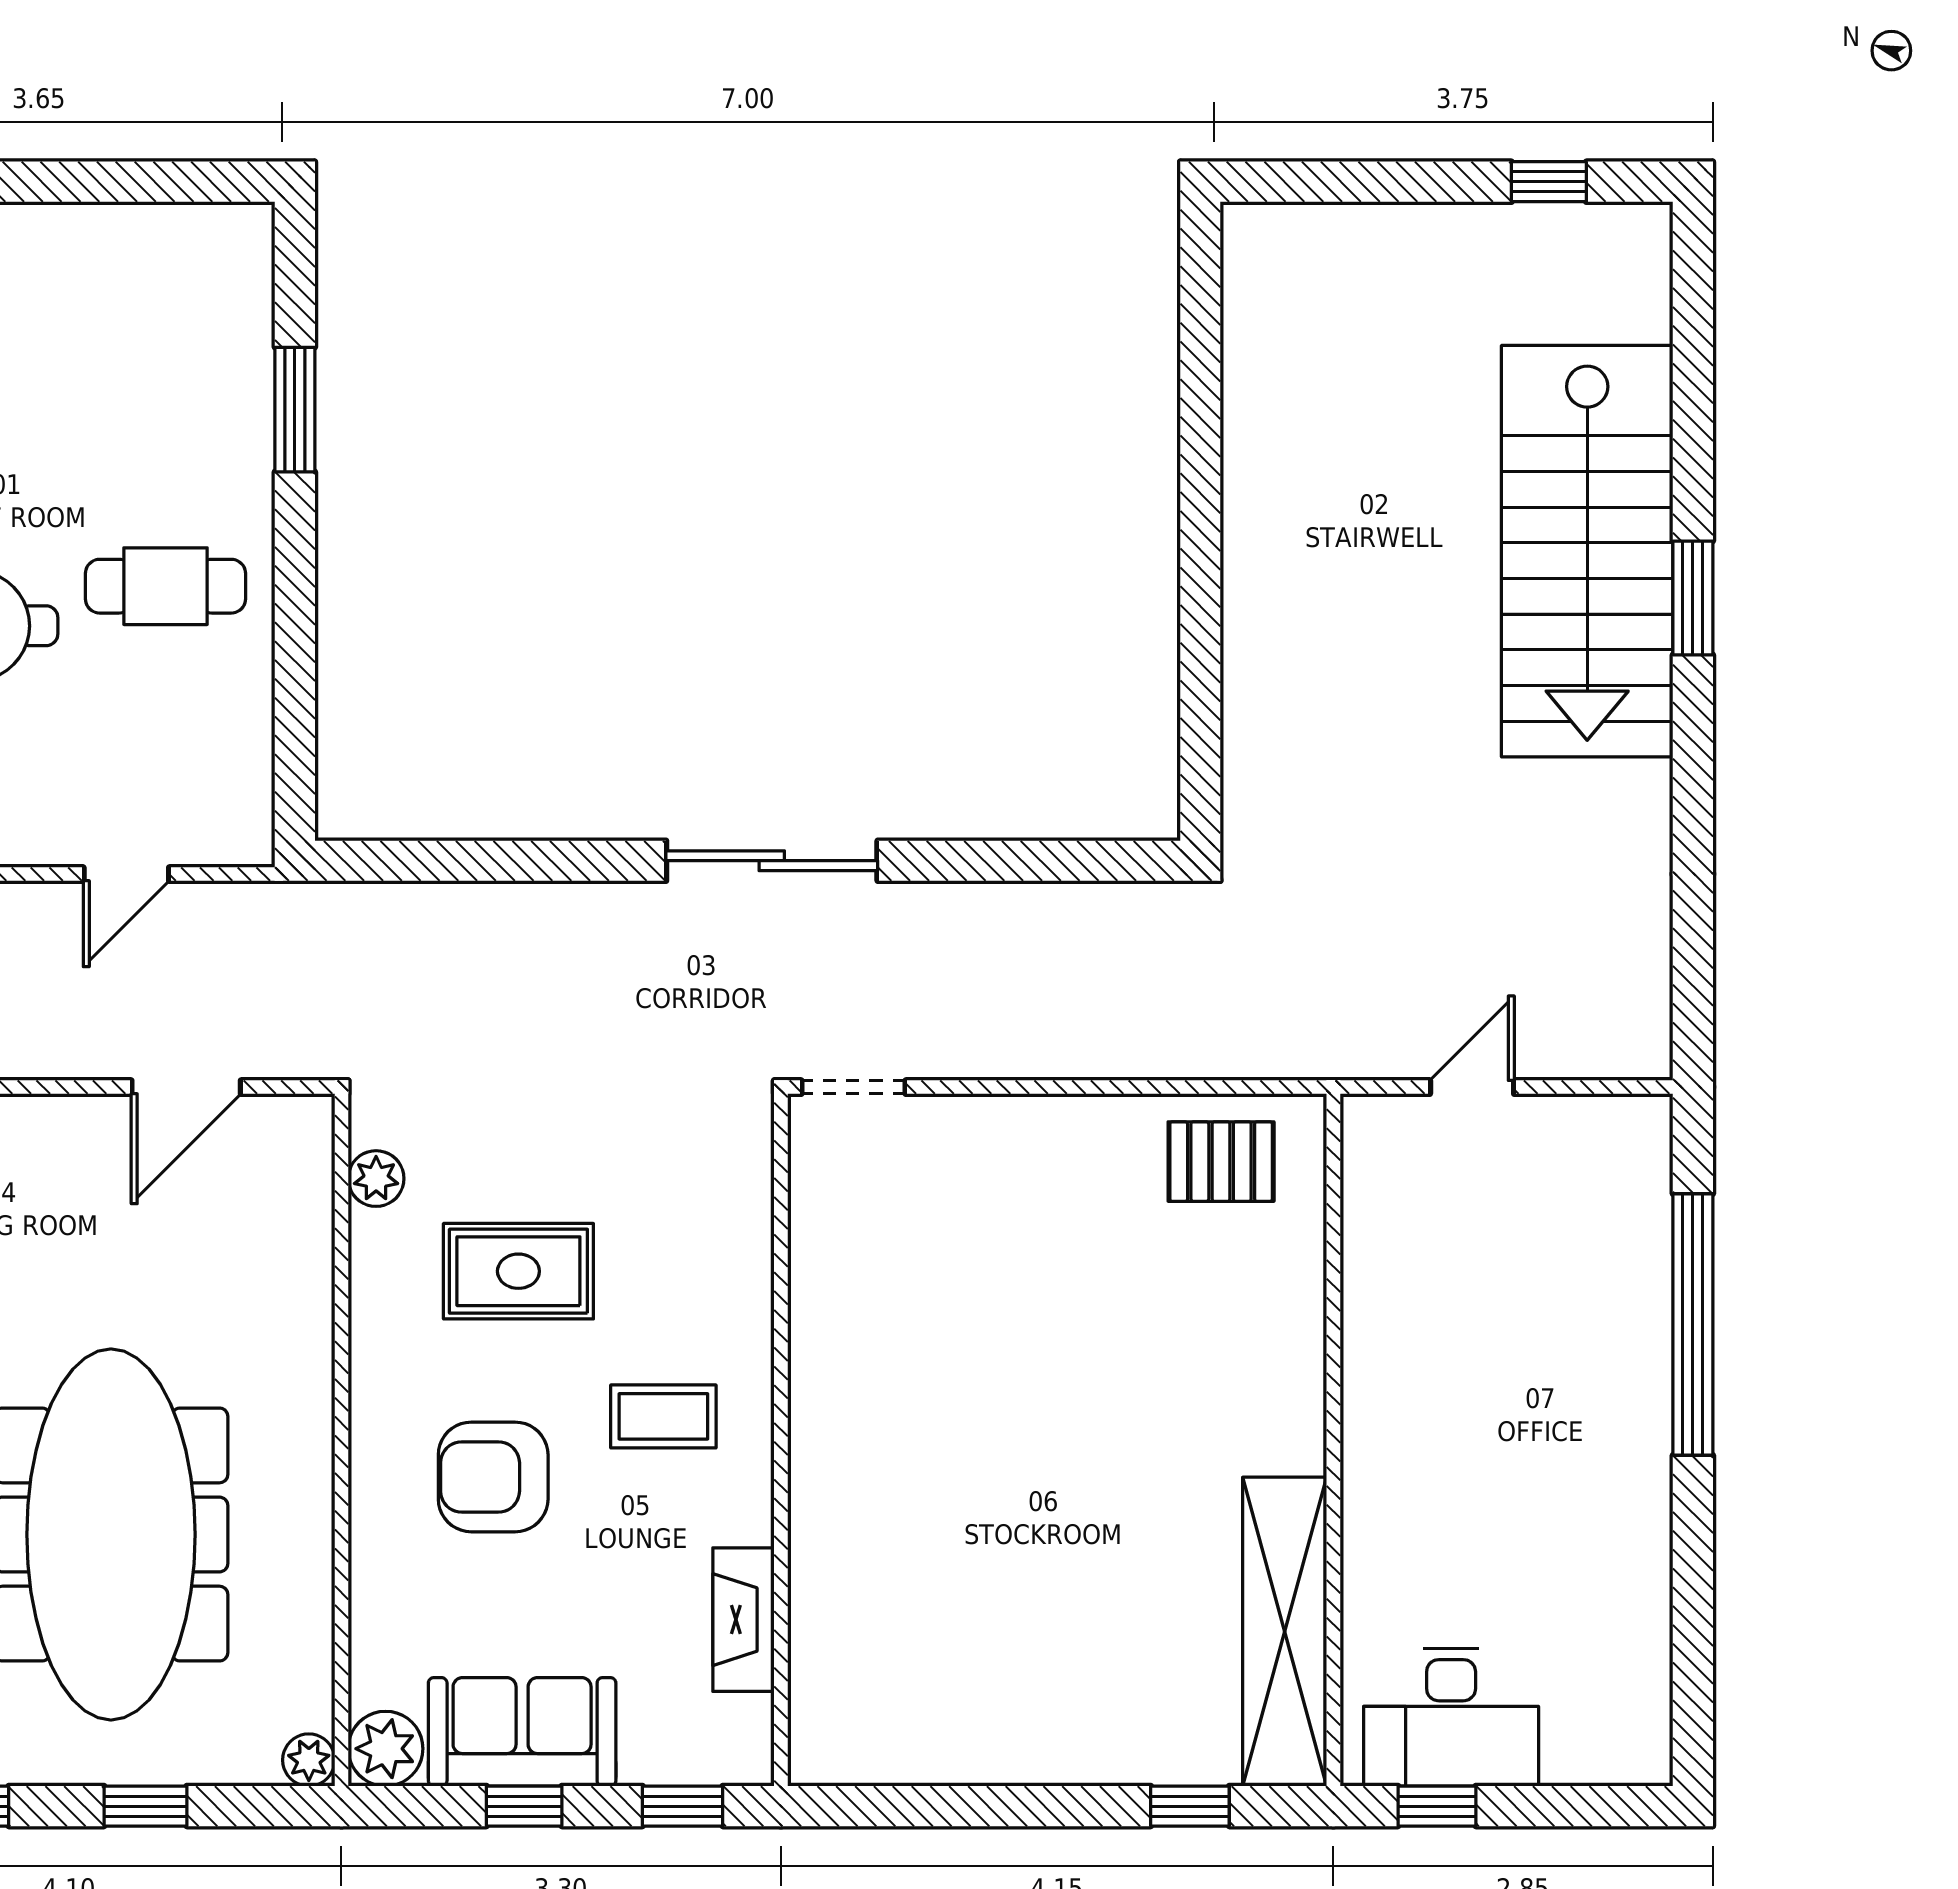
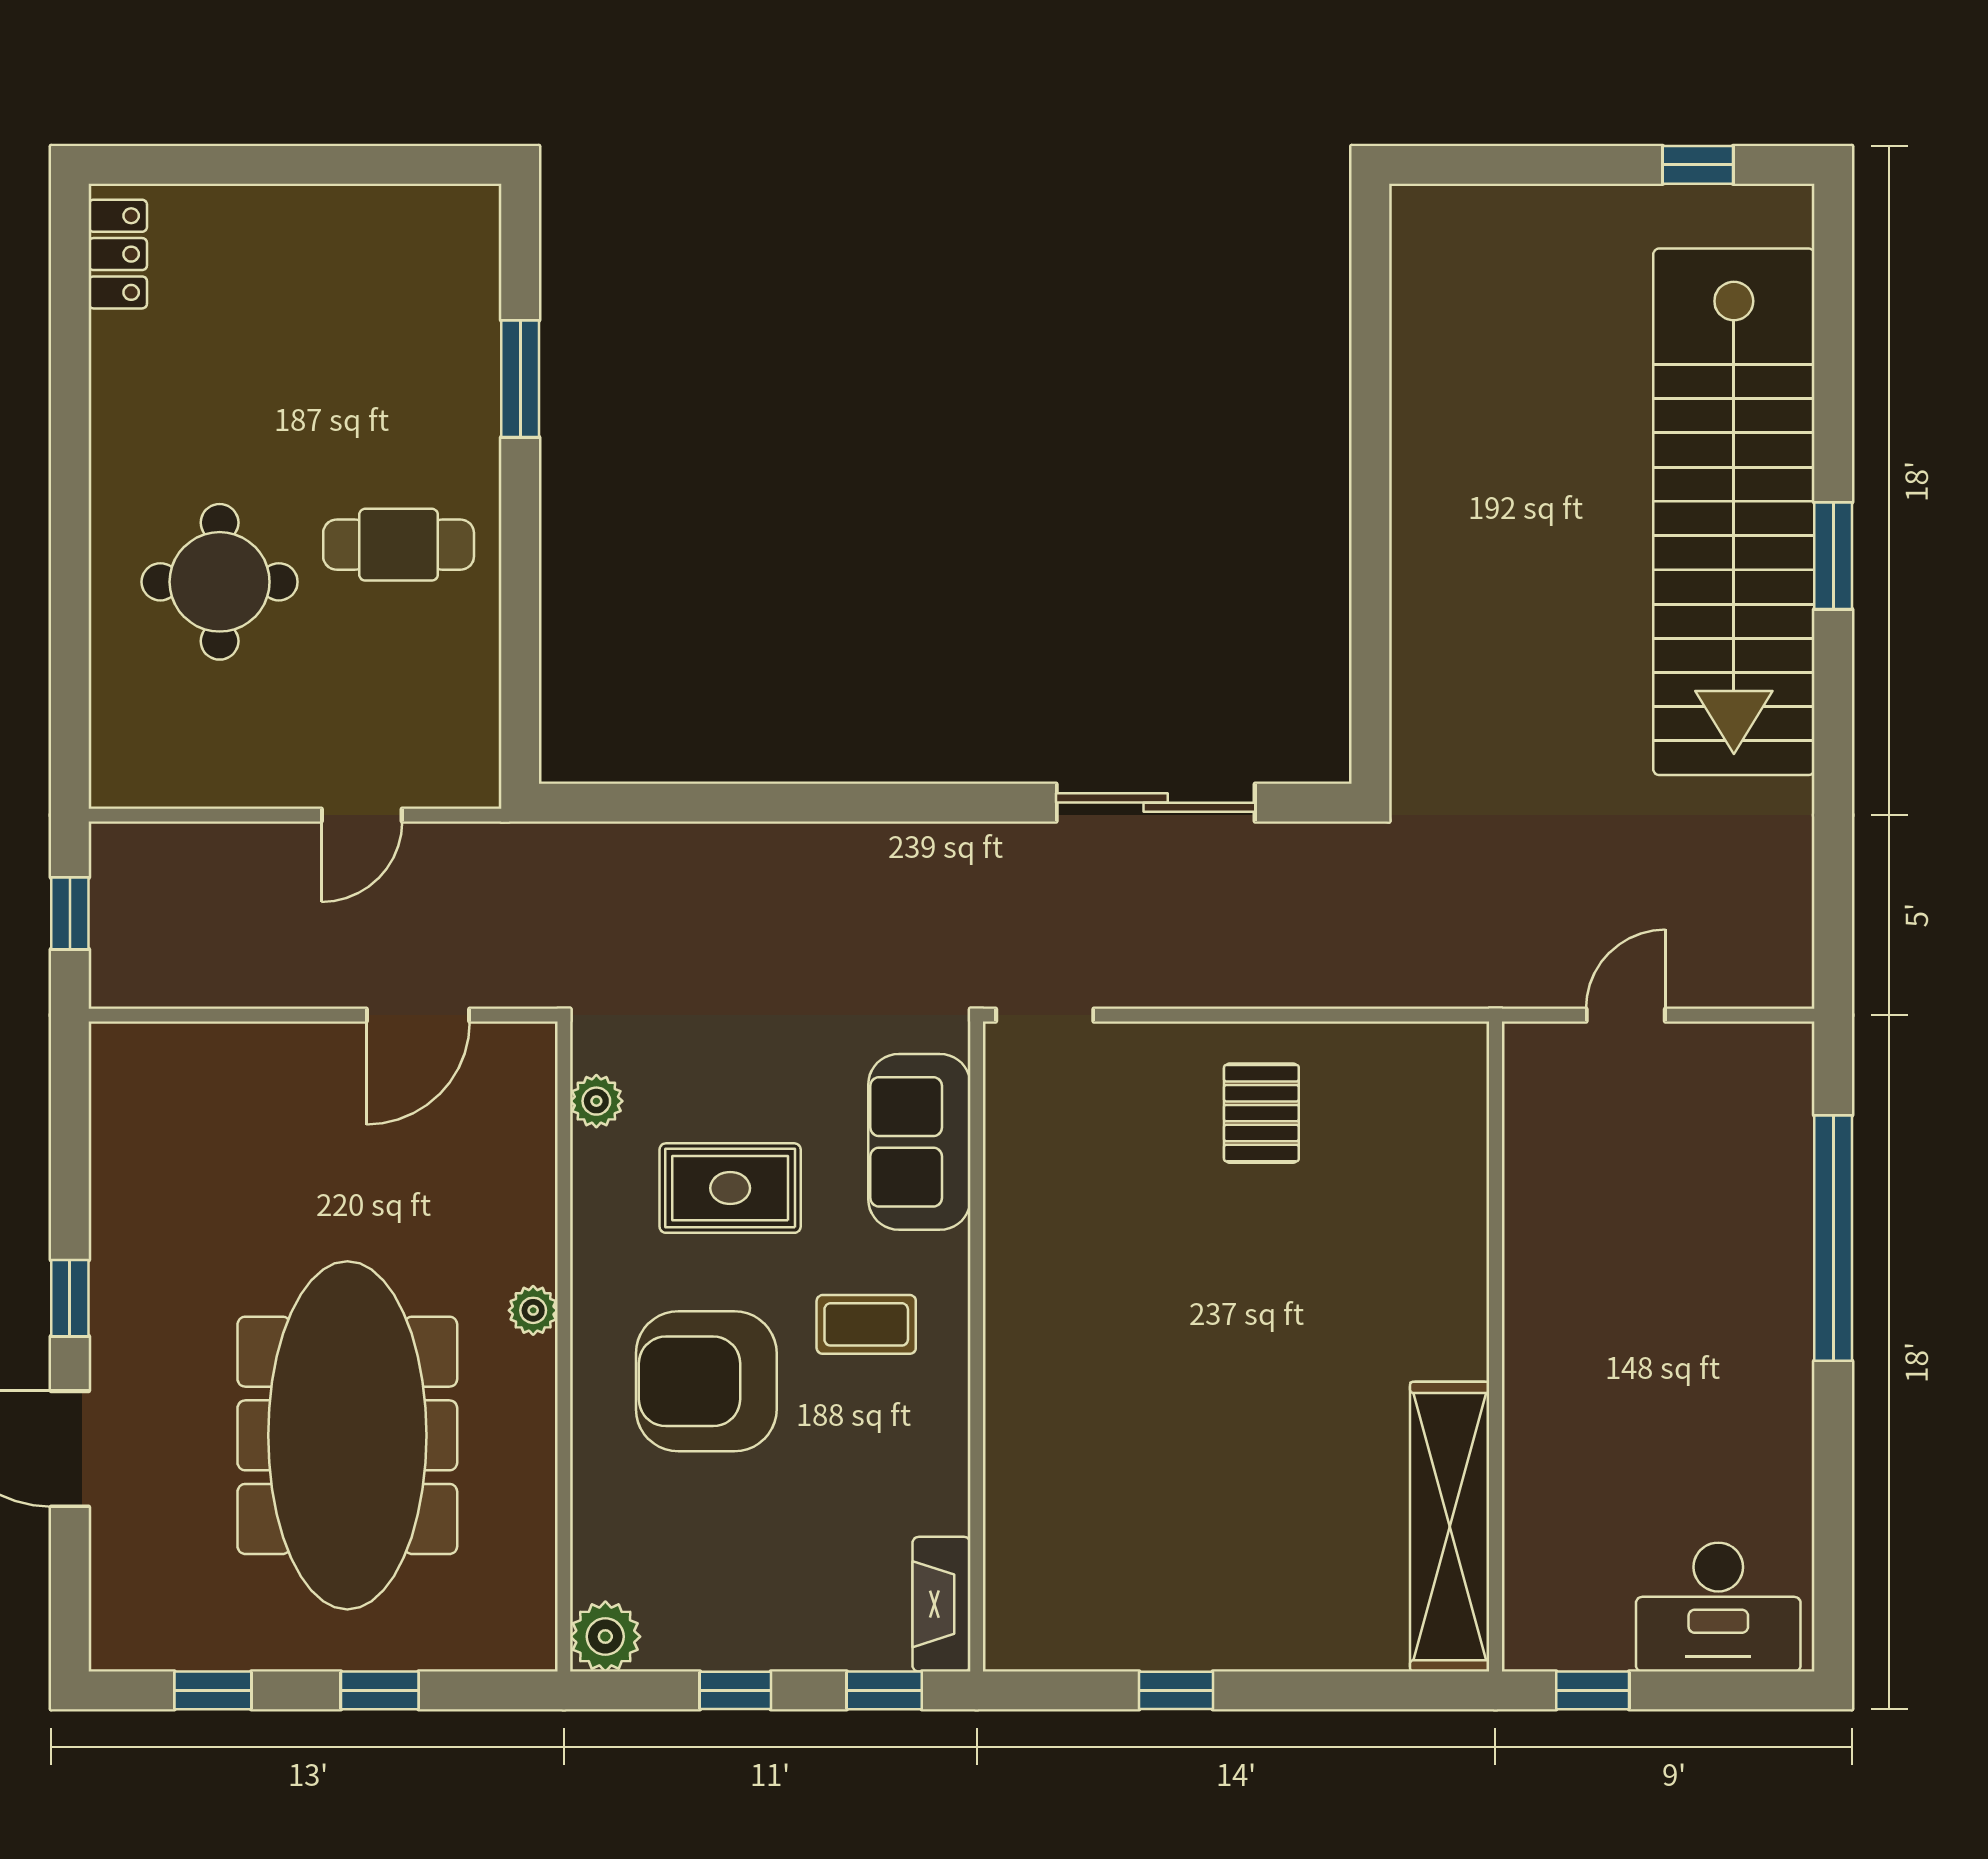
stairs: (1587, 551) -> (1734, 512), width x1.36
sliding door: (772, 861) -> (1156, 803), moved
pallet: (1221, 1162) -> (1261, 1113), moved, turned 90
armchair: (493, 1477) -> (706, 1381), width x1.36, depth x1.36
fireplace: (744, 1620) -> (941, 1604), moved
desk: (1451, 1717) -> (1718, 1607), moved
sofa: (522, 1732) -> (919, 1142), moved, turned -90
plant: (309, 1760) -> (533, 1310), moved
window: (1190, 1806) -> (1176, 1690), moved

